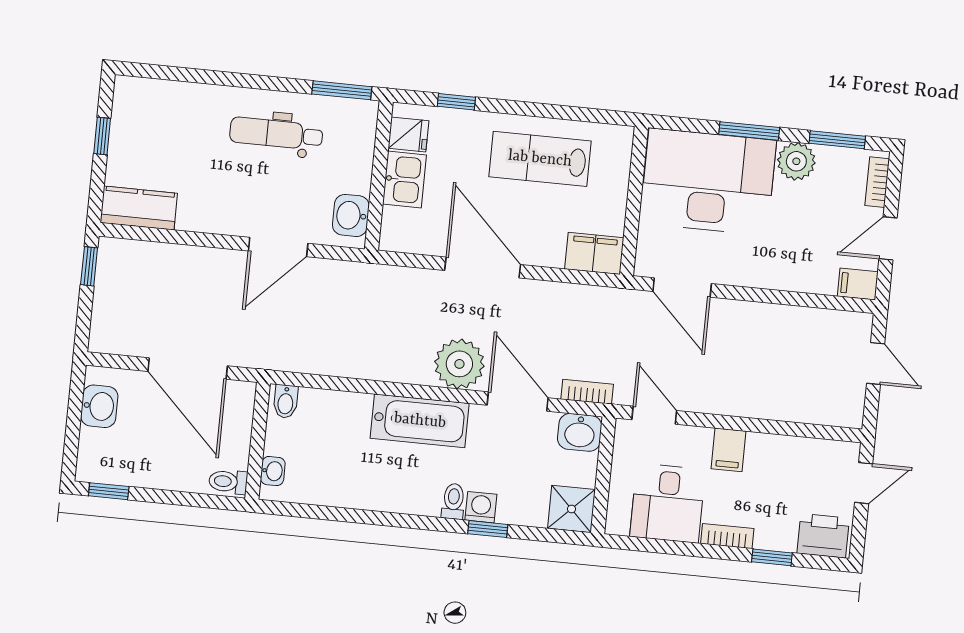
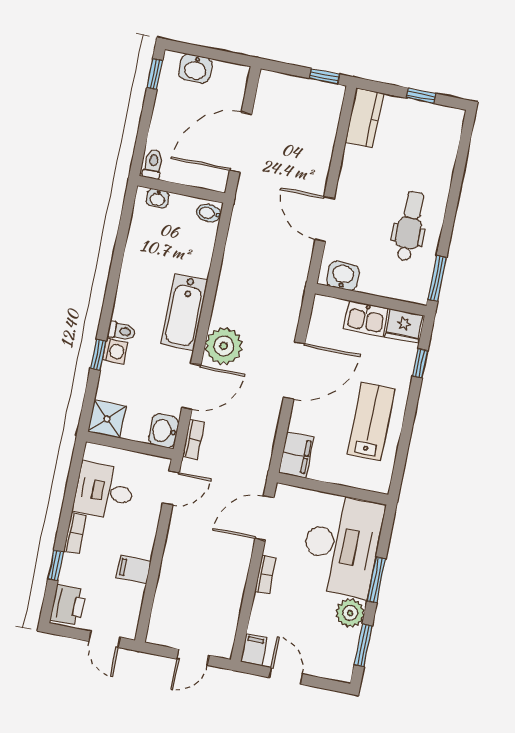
fridge: (408, 134) -> (404, 326), width x1.38
bookcase: (877, 182) -> (266, 575), moved, turned 90
washbasin: (99, 406) -> (195, 69), moved
filing cabinet: (729, 450) -> (134, 569), moved

